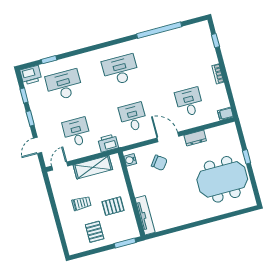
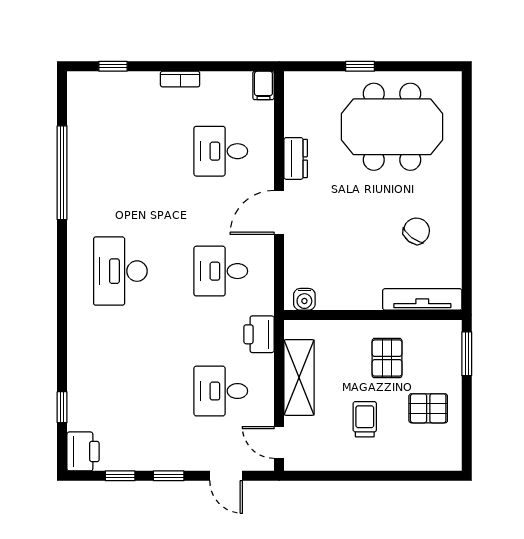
desk: (64, 85) -> (120, 391), removed
chair: (159, 163) -> (416, 231), moved
meeting table: (222, 179) -> (392, 127), turned 90

